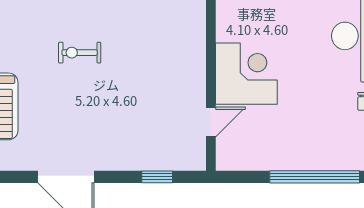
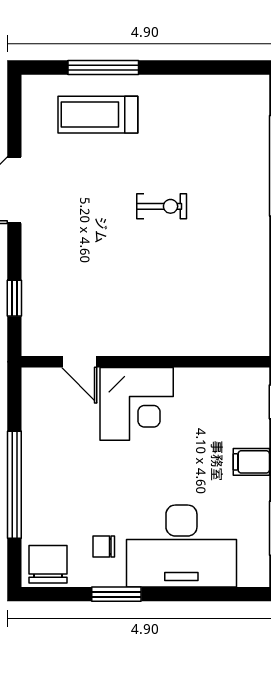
exercise bike: (80, 53) -> (162, 206), turned 90

